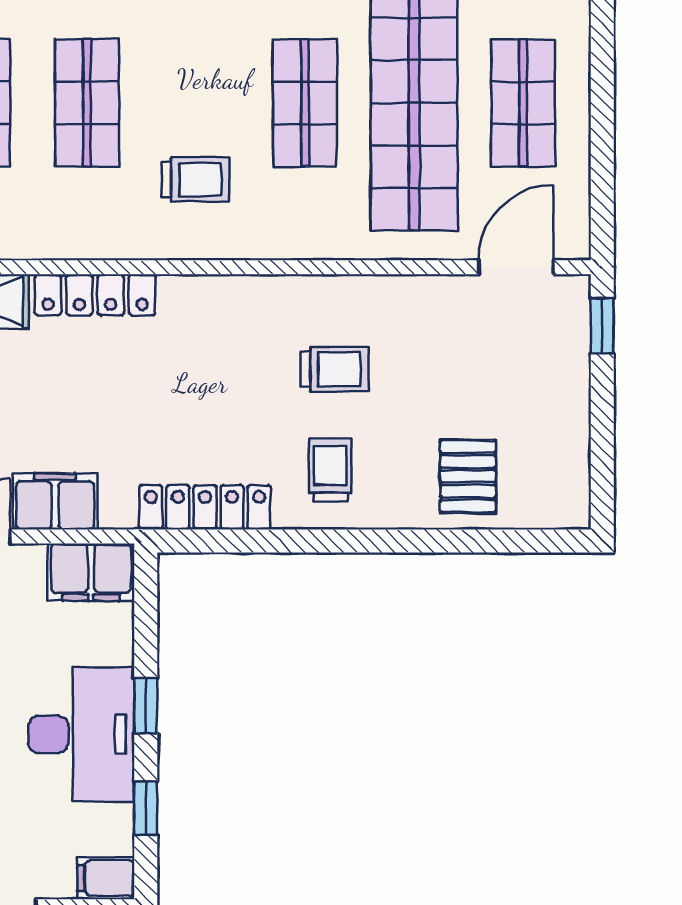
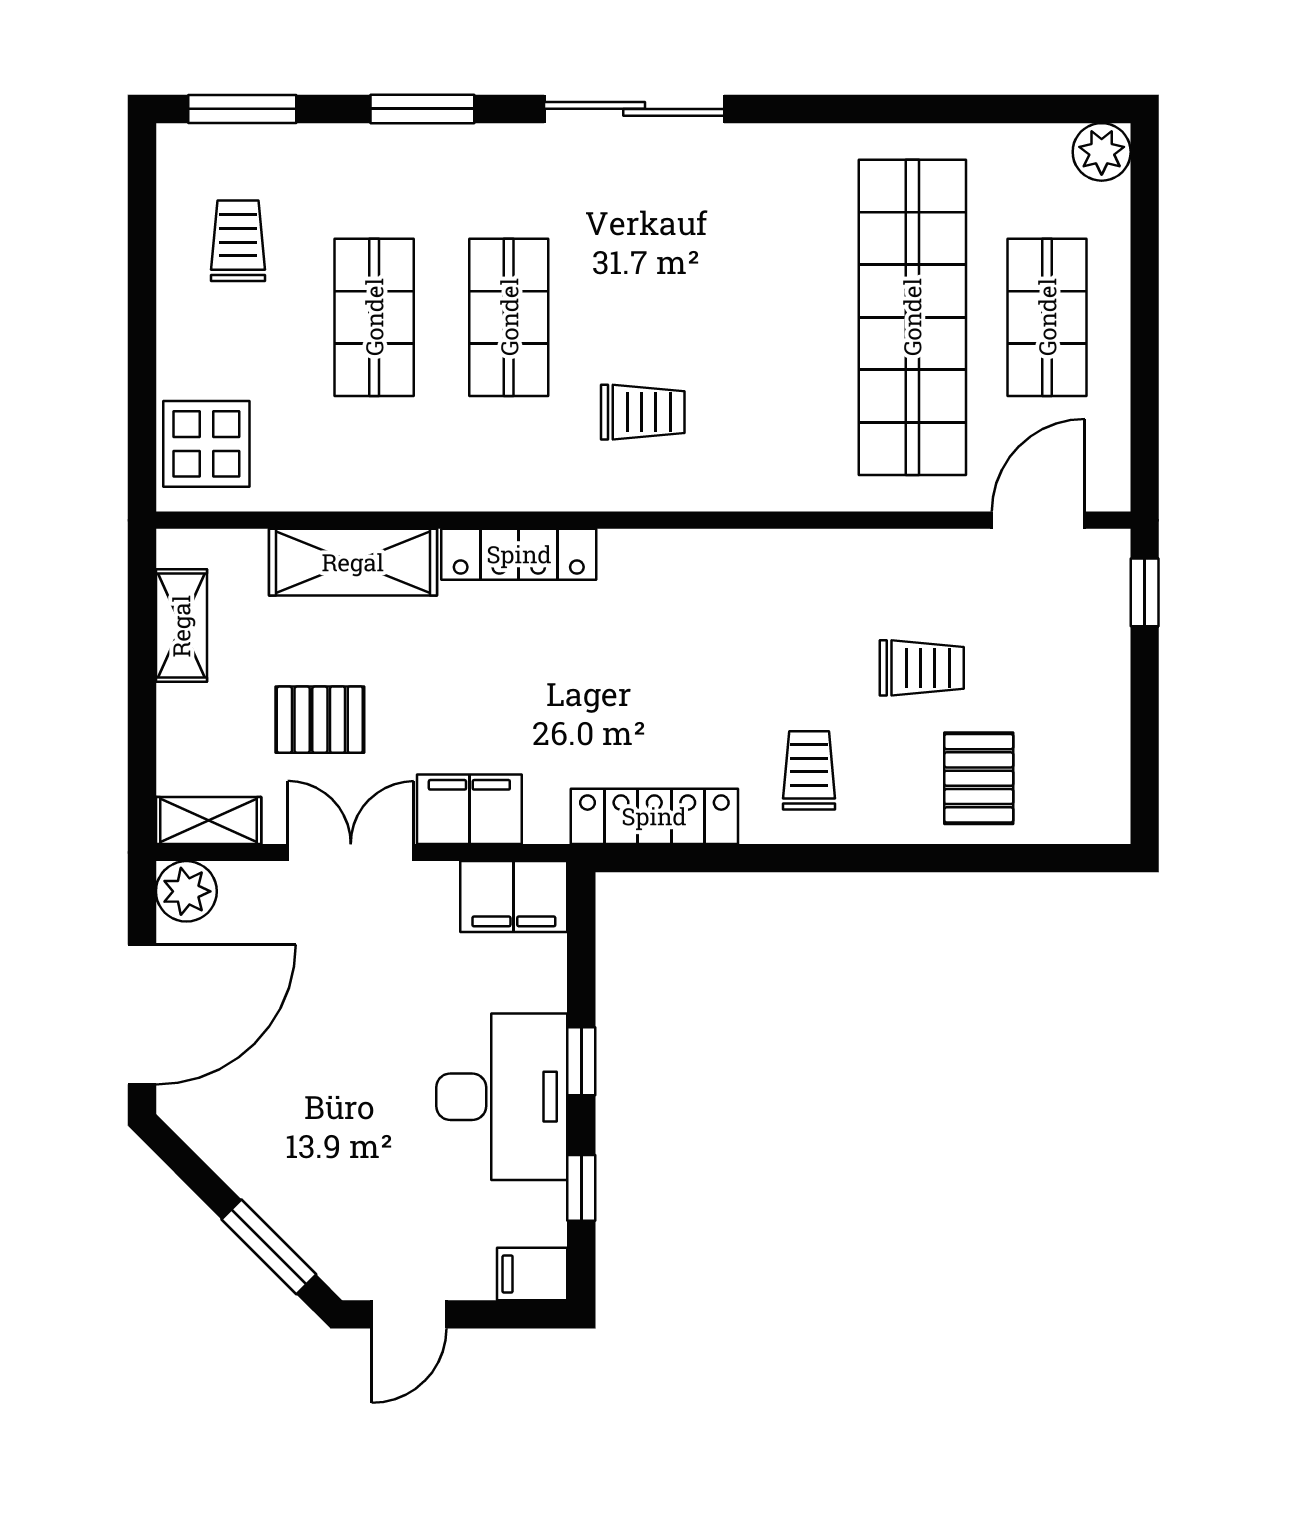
shop shelf: (305, 103) -> (778, 317), removed
trolley: (335, 369) -> (922, 668), moved

